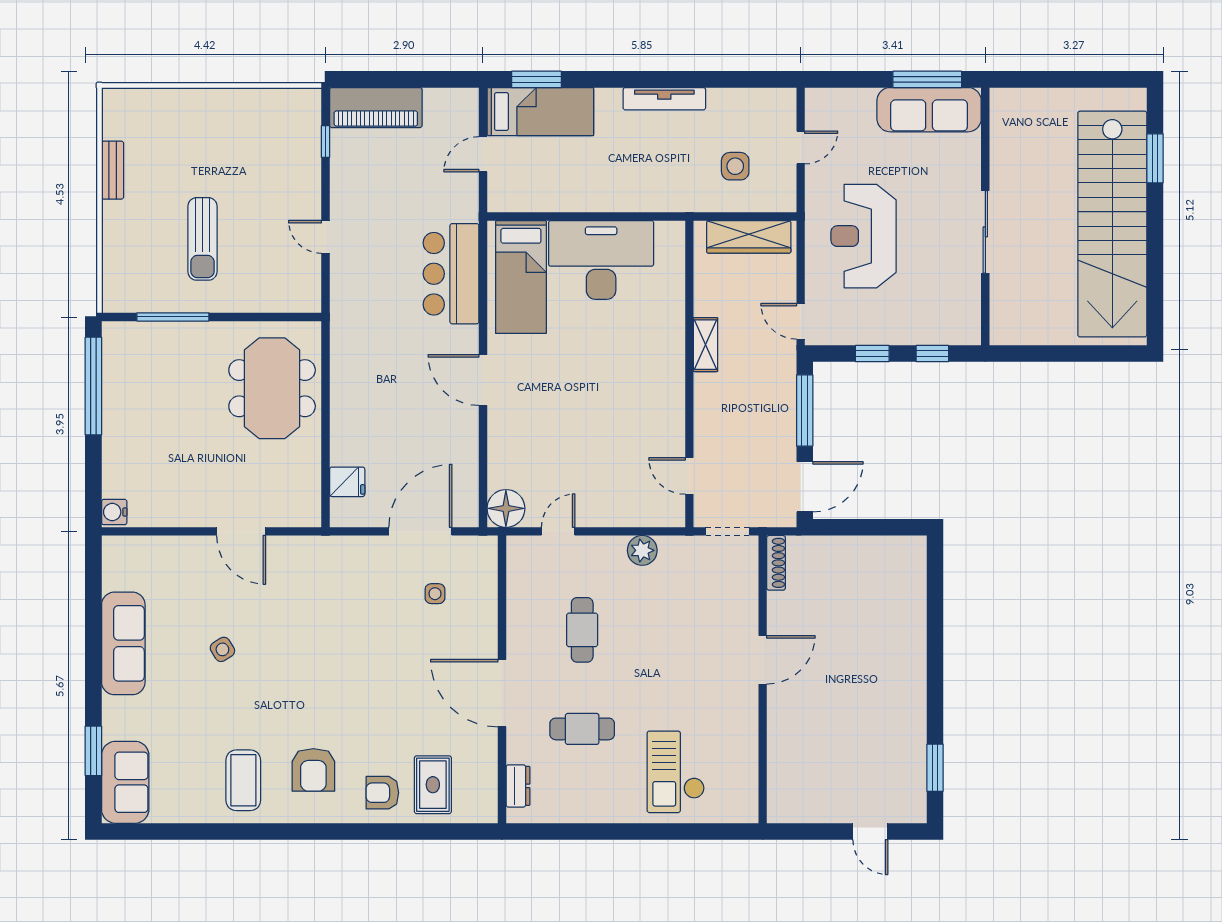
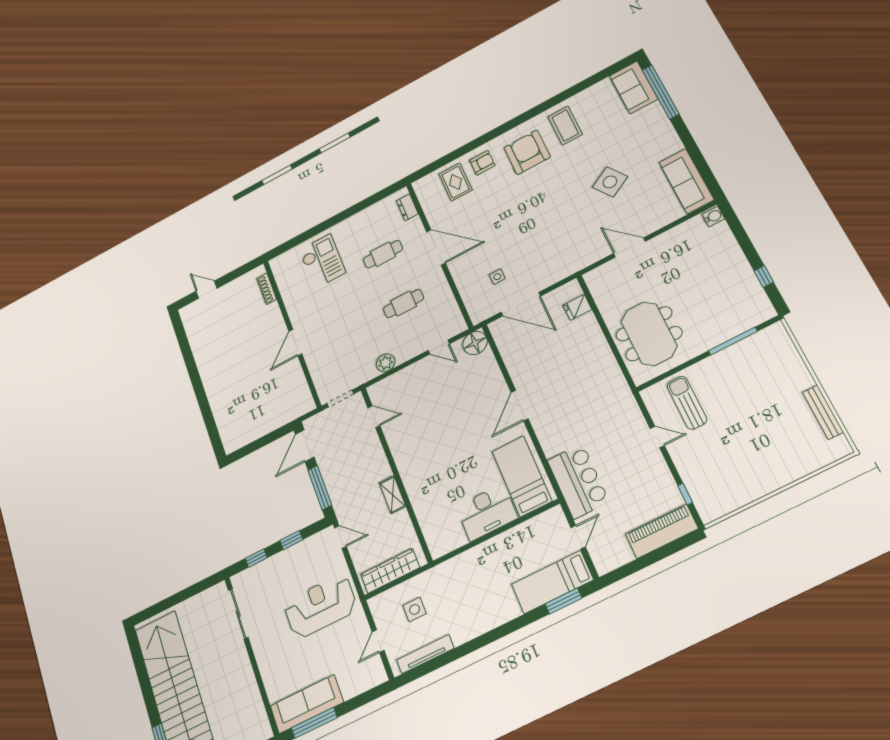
tv unit: (664, 99) -> (425, 654), moved
bench: (113, 170) -> (823, 412), width x1.36
sliding door: (985, 232) -> (238, 614), moved
reception desk: (864, 236) -> (320, 606), turned -90
sun lounger: (202, 239) -> (687, 403), moved
desk: (601, 260) -> (487, 512), width x0.73, depth x0.77
bar counter: (451, 274) -> (578, 481), moved
door: (483, 380) -> (520, 406), swing flipped
window: (93, 386) -> (764, 276), width x0.32
door: (420, 531) -> (521, 304), hinge flipped
door: (558, 531) -> (439, 347), hinge flipped
shoe rack: (776, 563) -> (267, 289), moved
cafe table: (582, 630) -> (404, 304), turned 90
sofa: (123, 643) -> (686, 181), moved
side table: (222, 649) -> (610, 182), width x1.87, depth x1.87
window: (93, 751) -> (661, 92), width x2.11
window: (935, 768) -> (182, 339), removed
armchair: (313, 770) -> (527, 152), width x1.36, depth x1.36

